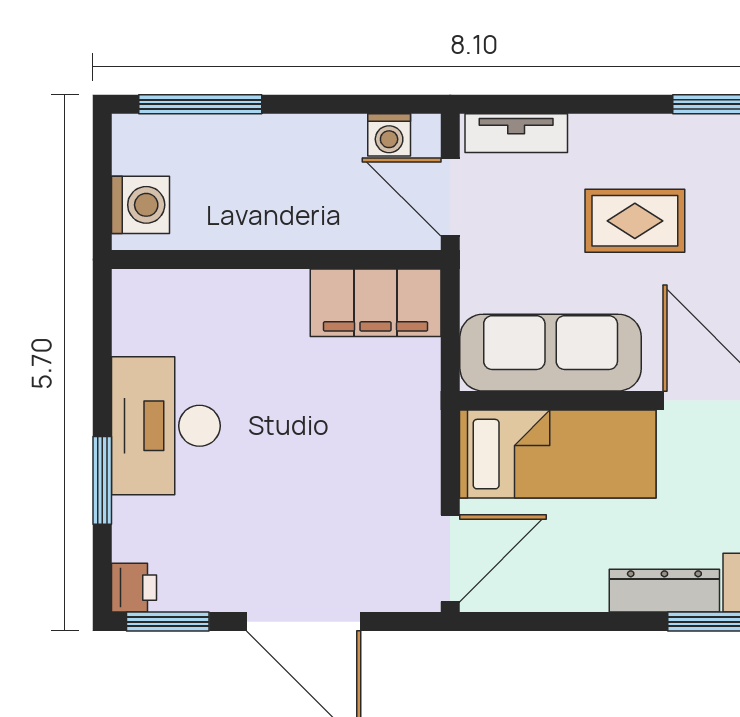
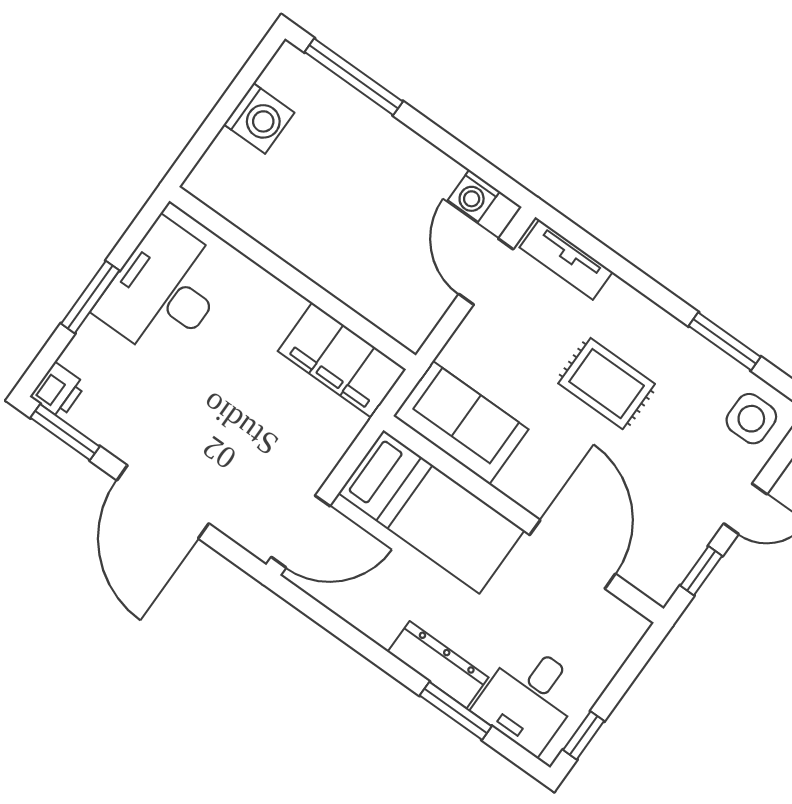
wall: (276, 259) -> (293, 278), moved
filing cabinet: (376, 303) -> (342, 360), moved
sofa: (551, 353) -> (461, 423), width x0.73

